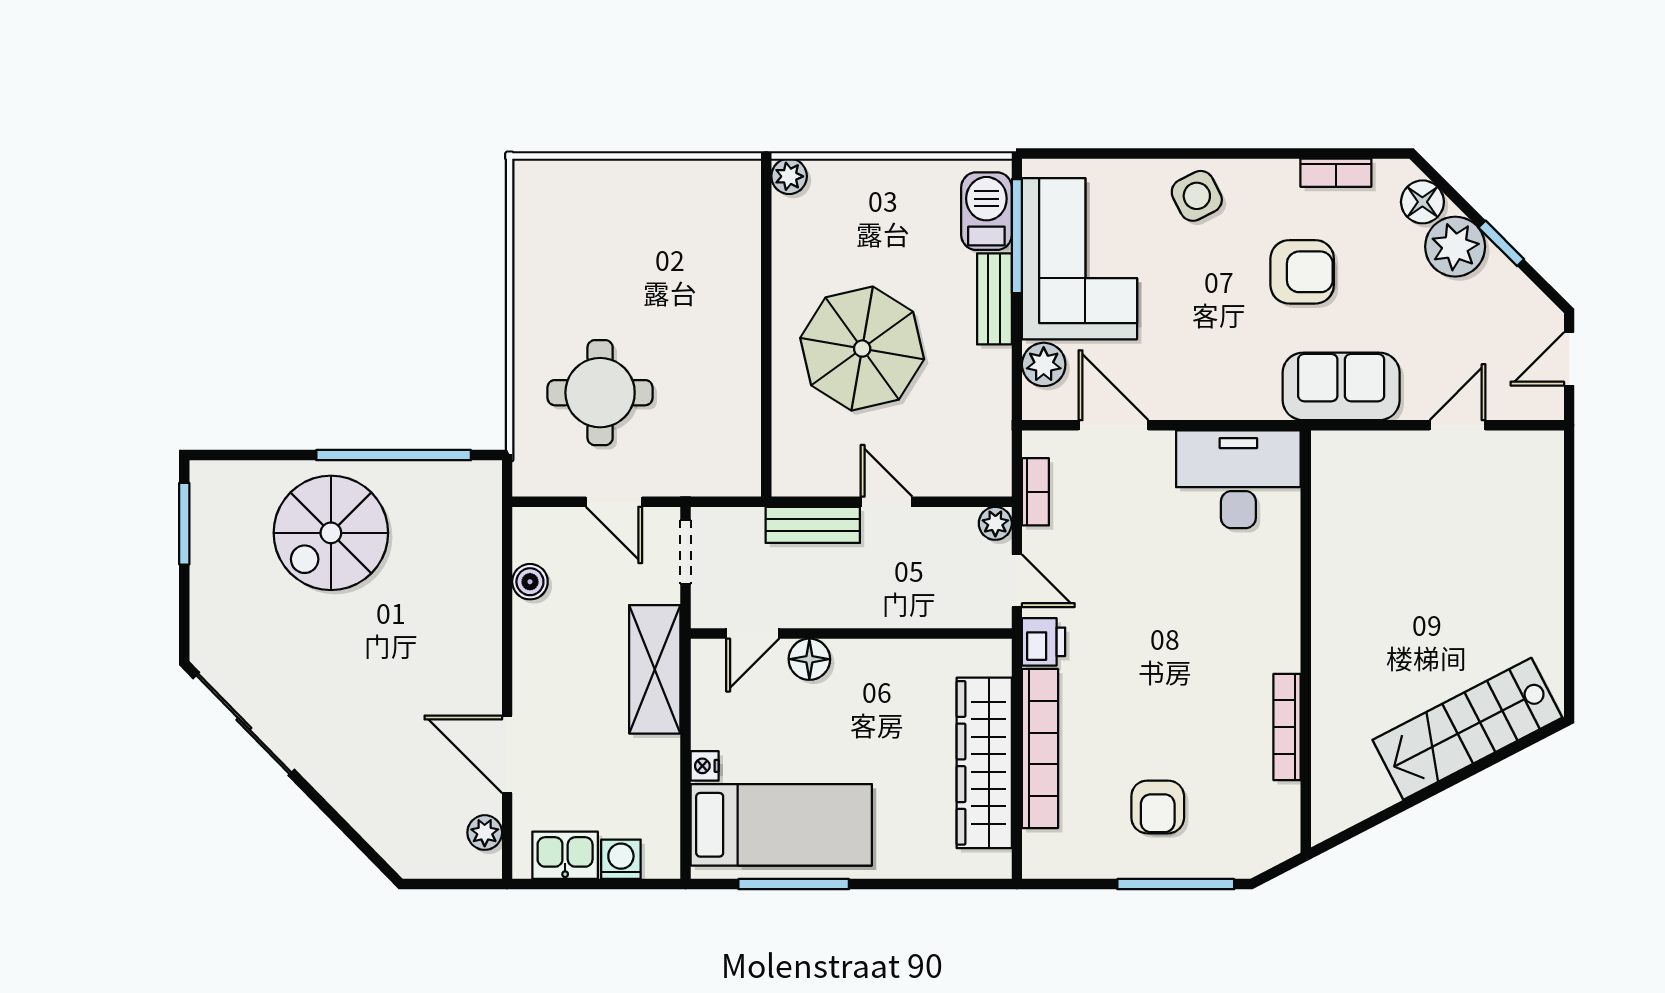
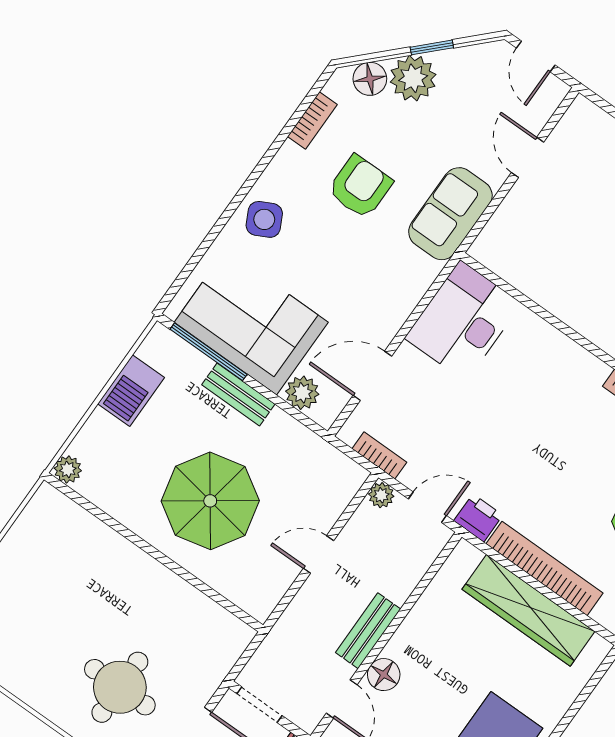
barbecue: (986, 211) -> (131, 391), moved, turned -90
bench: (813, 525) -> (368, 631), moved

